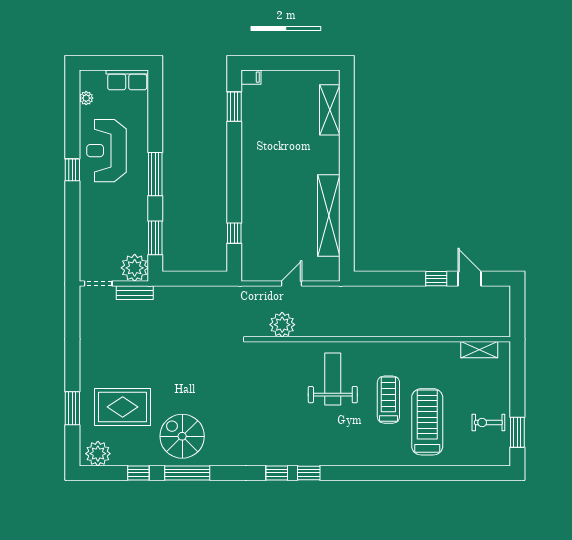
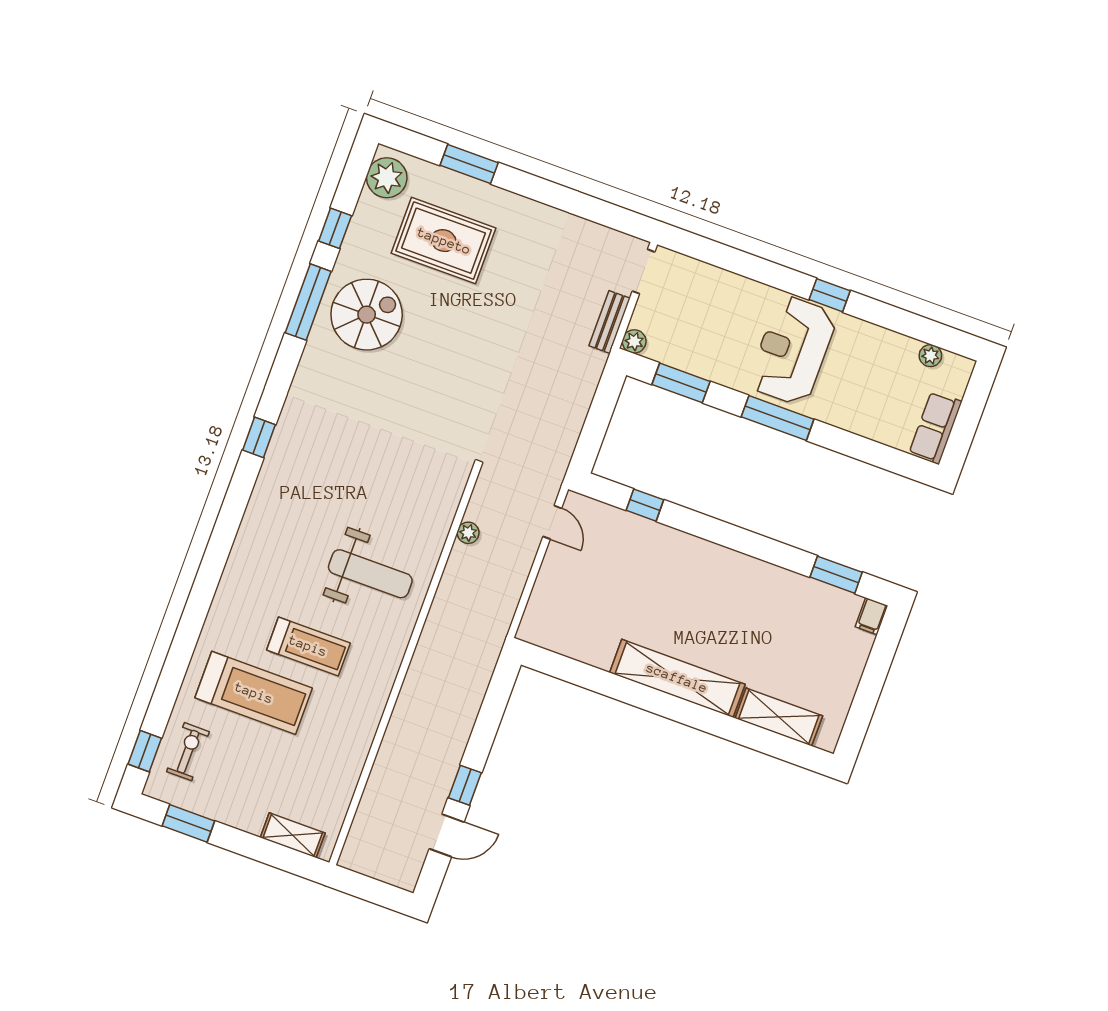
reception desk: (107, 151) -> (793, 350), moved, turned -90
shelving: (329, 216) -> (677, 678), moved
plant: (135, 268) -> (634, 341), width x0.53, depth x0.53
door: (291, 284) -> (552, 522), moved
plant: (282, 325) -> (468, 533), width x0.53, depth x0.53
shelving: (479, 350) -> (293, 835), moved, turned 90
rug: (123, 407) -> (444, 241), turned 90
exercise bike: (488, 423) -> (188, 752), moved
window: (309, 473) -> (145, 751), moved

